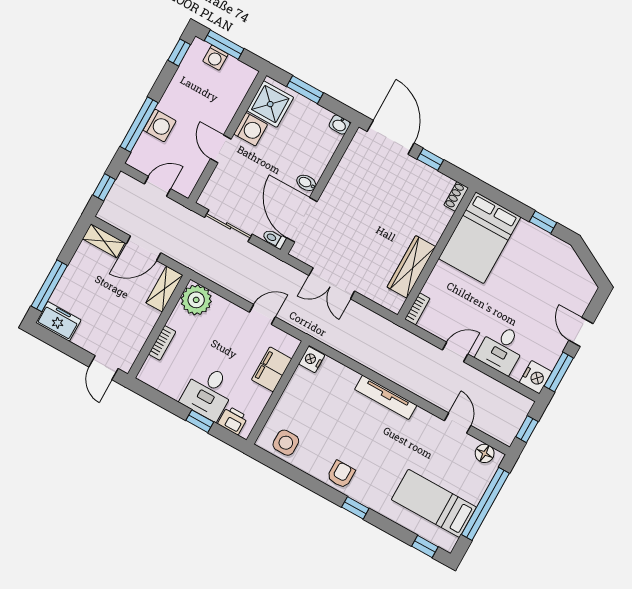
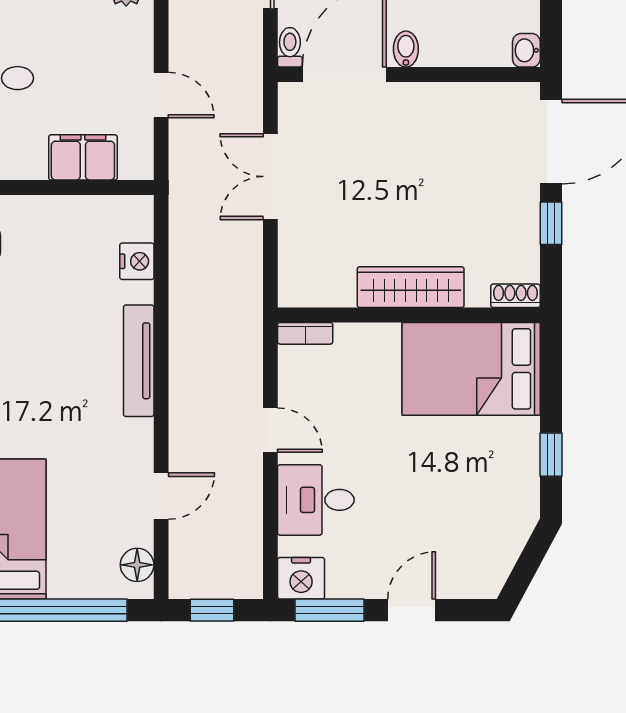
wardrobe: (411, 267) -> (411, 287), moved
nightstand: (312, 360) -> (137, 261), moved, turned 90

